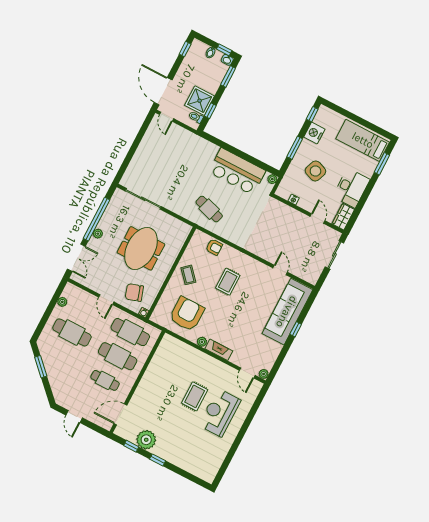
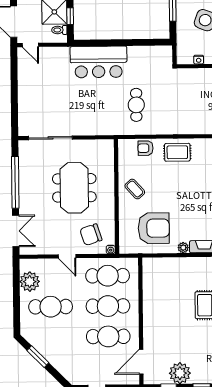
bar counter: (237, 171) -> (99, 62), moved
plant: (272, 179) -> (167, 51), removed
cafe table: (209, 209) -> (136, 105), moved, turned 73
plant: (98, 234) -> (24, 196), removed
armchair: (214, 247) -> (146, 148), turned 180
rug: (228, 282) -> (177, 152), moved, turned 90
plant: (62, 302) -> (30, 282), width x1.87, depth x1.87
armchair: (187, 314) -> (154, 228), turned 90
cafe table: (105, 380) -> (108, 336), width x1.37, depth x1.35

